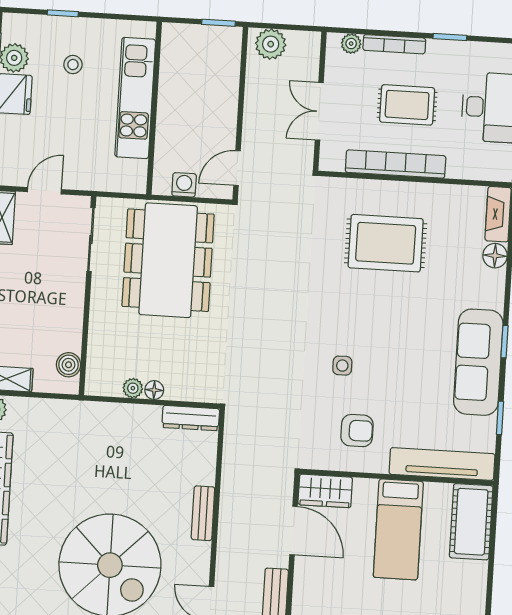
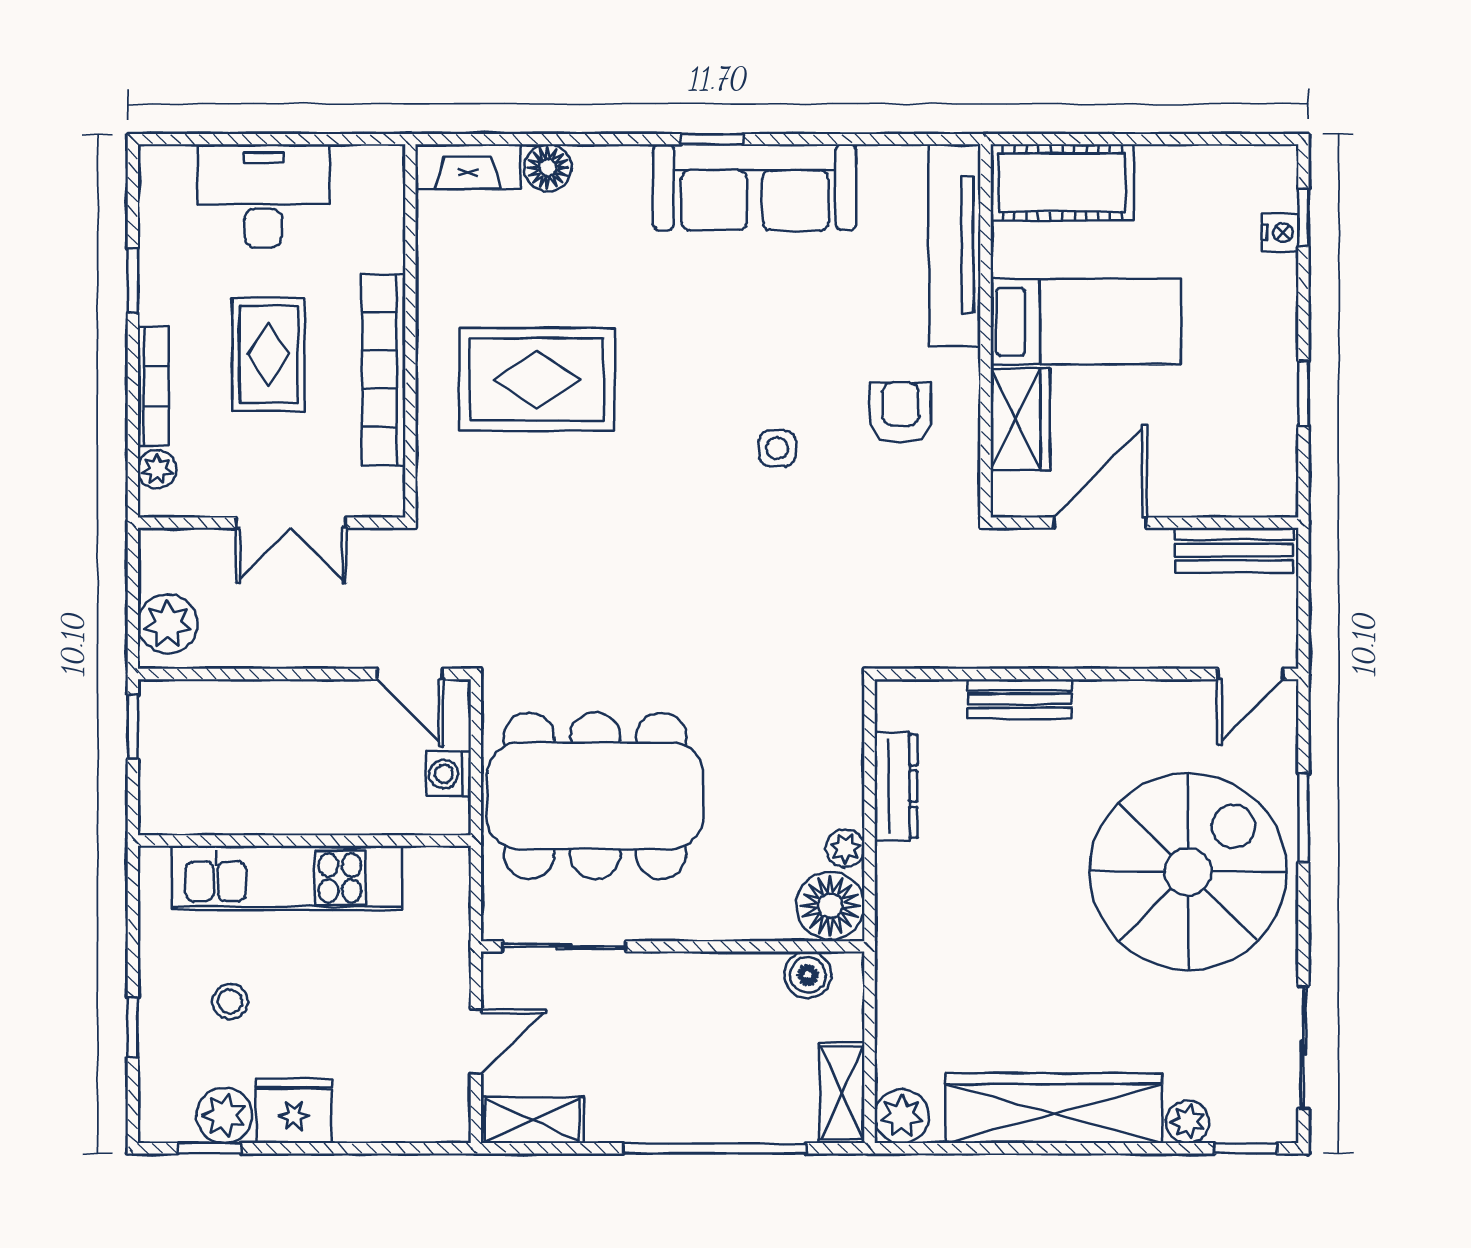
door: (44, 191) -> (476, 1042), swing flipped
rug: (386, 243) -> (537, 379), turned 90
floor lamp: (154, 390) -> (830, 906), moved, width x1.89, depth x1.89
dresser: (191, 418) -> (896, 786), moved
window: (500, 418) -> (859, 139), removed
wardrobe: (325, 491) -> (1020, 419), moved
bench: (203, 513) -> (1020, 699), moved

